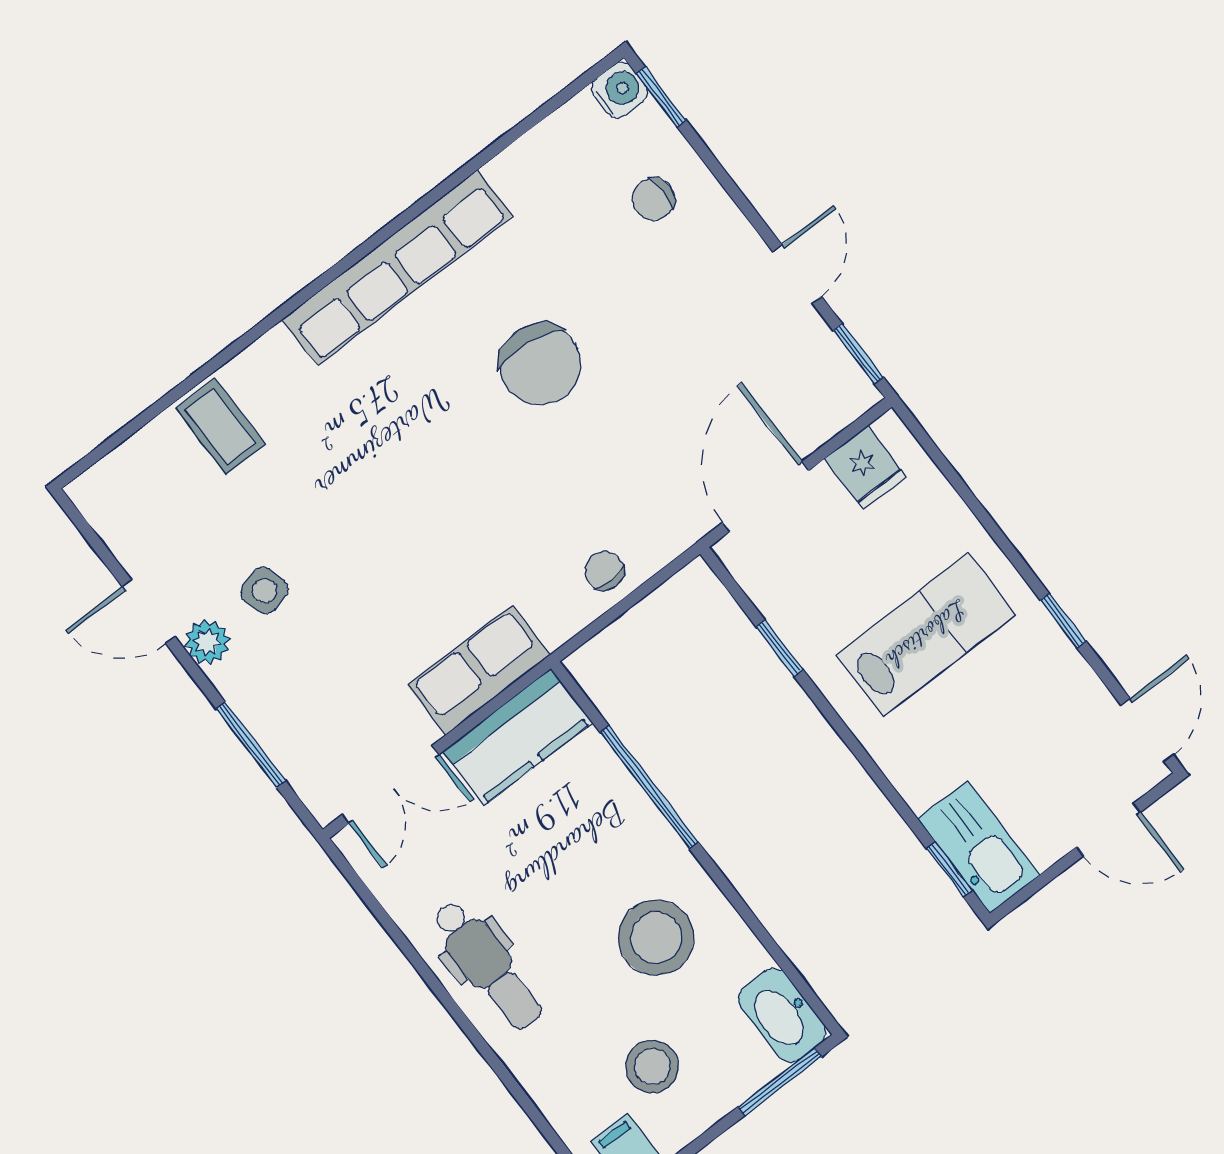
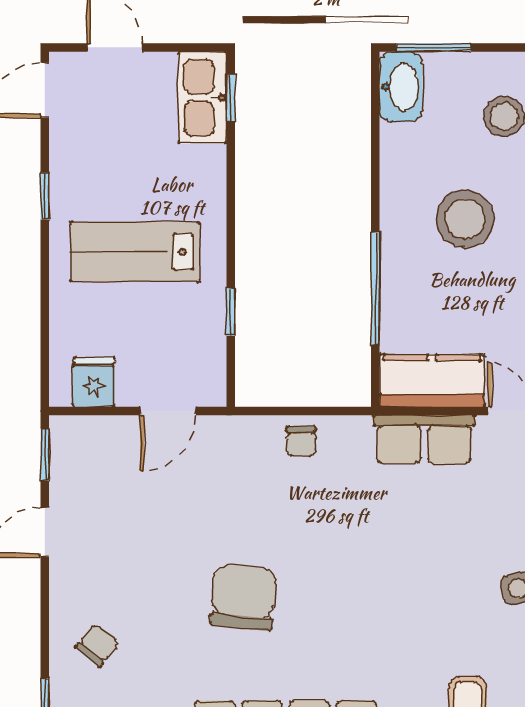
chair: (654, 199) -> (97, 645), turned -51
door: (766, 497) -> (168, 411), width x0.73
stool: (656, 938) -> (465, 219), moved

